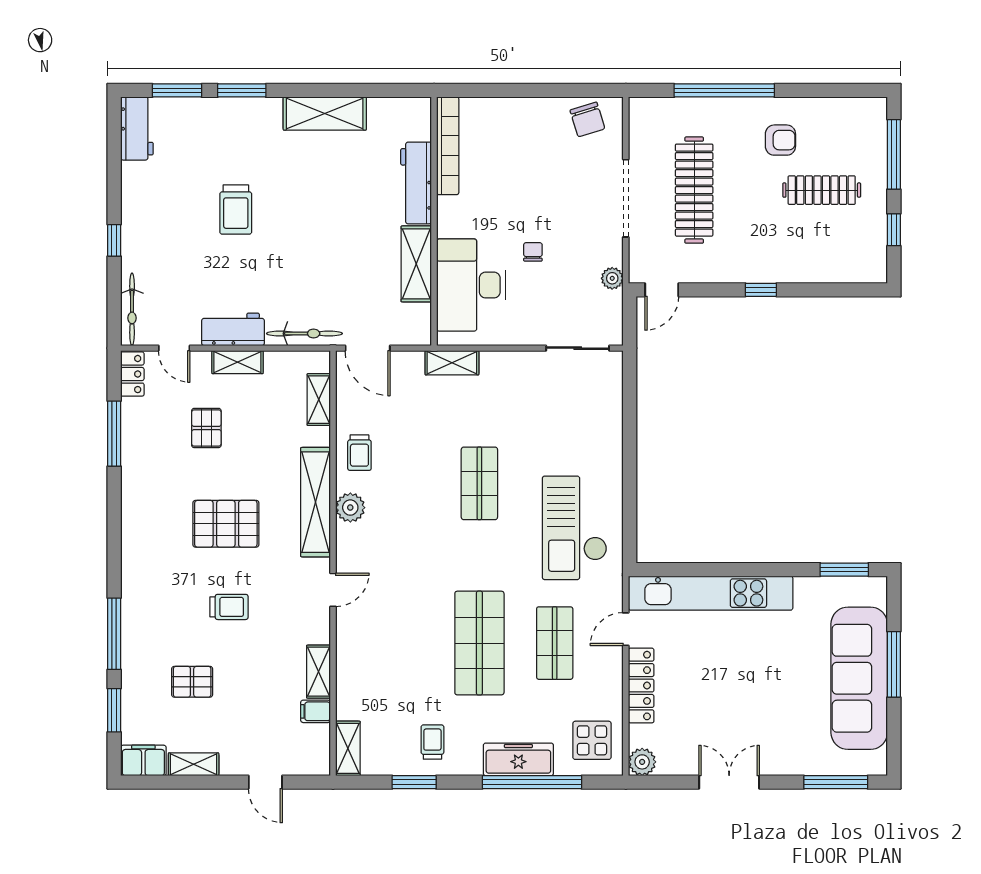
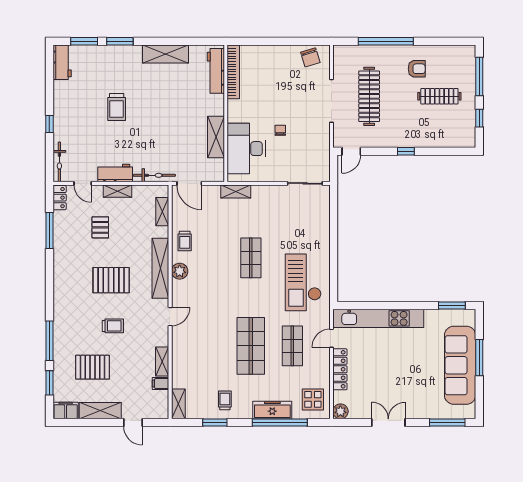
workbench: (416, 183) -> (216, 71), moved
plant: (612, 278) -> (324, 145), removed
pallet: (192, 682) -> (92, 367), width x1.50, depth x1.42
shelving: (194, 764) -> (100, 411), width x1.50, depth x1.33

